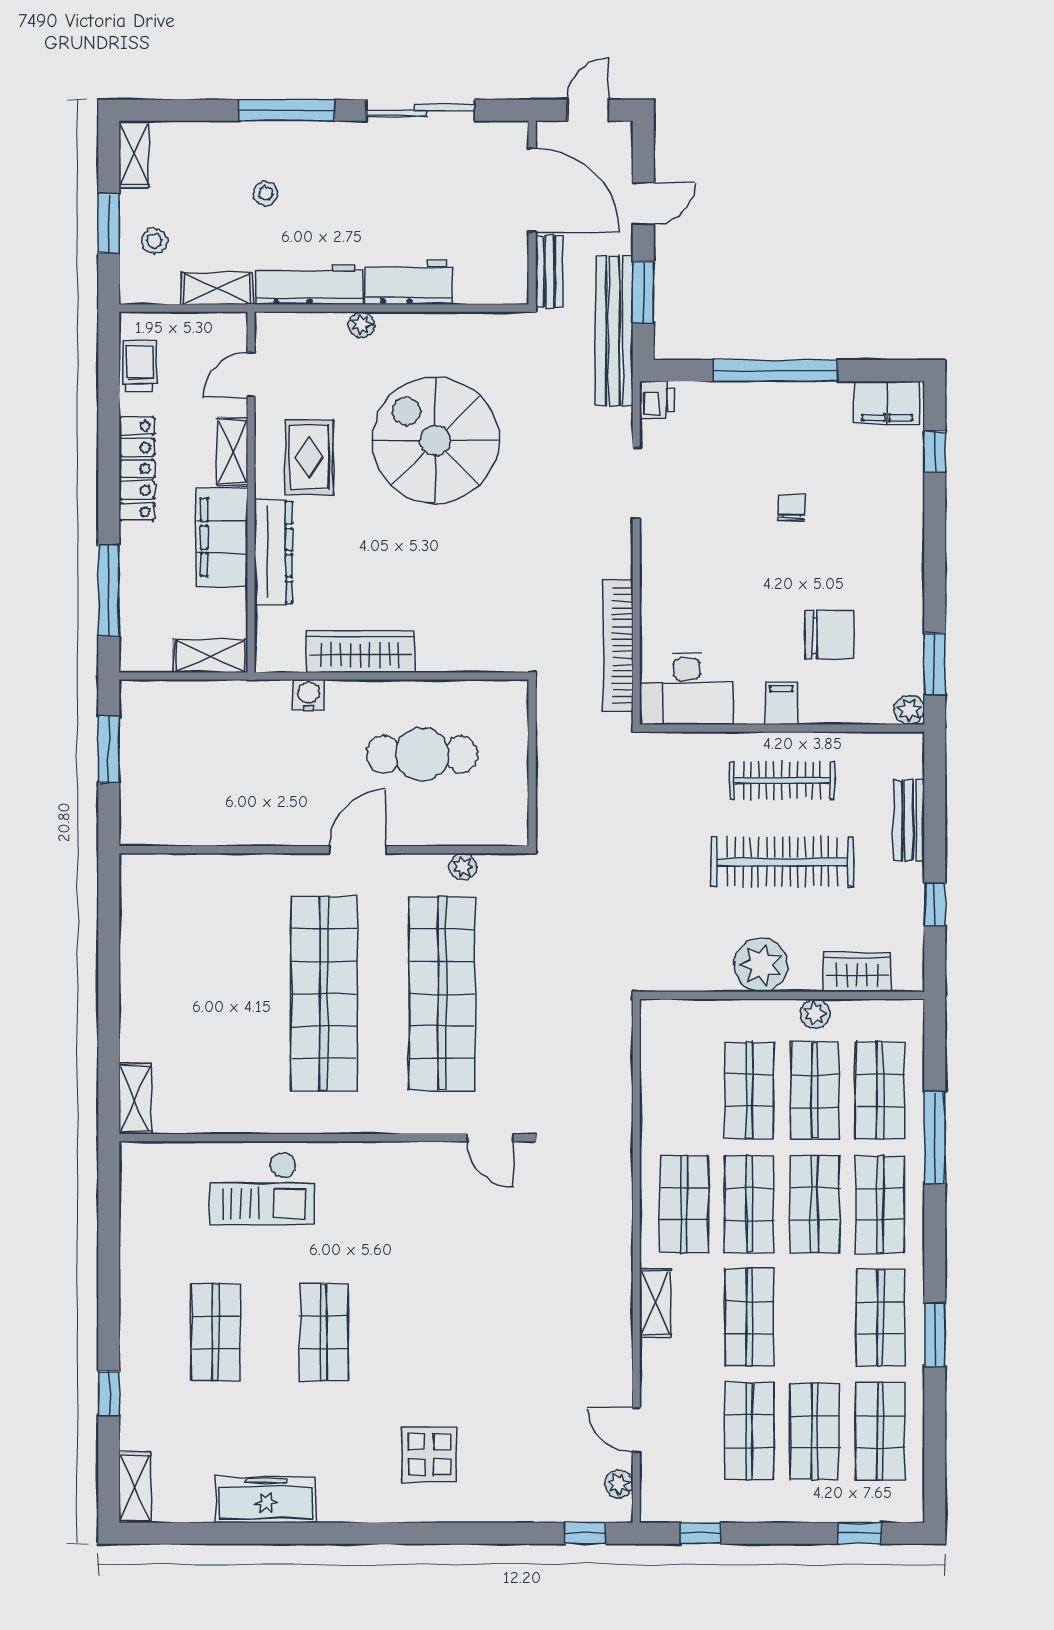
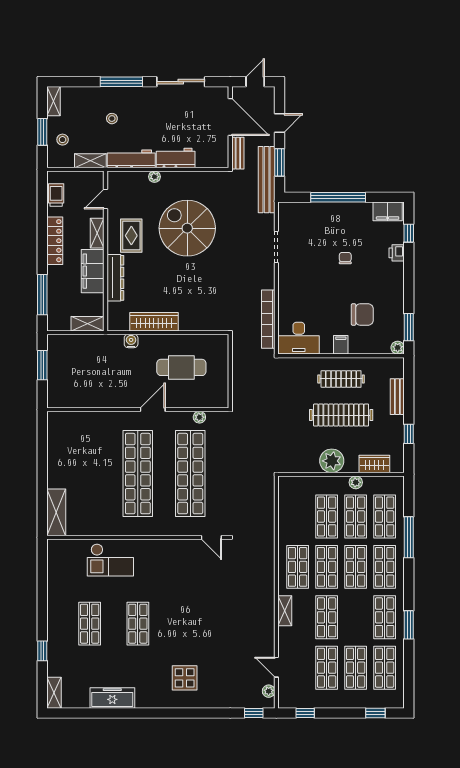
printer: (657, 400) -> (397, 253), moved, turned 180
shelving: (135, 1099) -> (56, 512), width x1.50, depth x1.33

